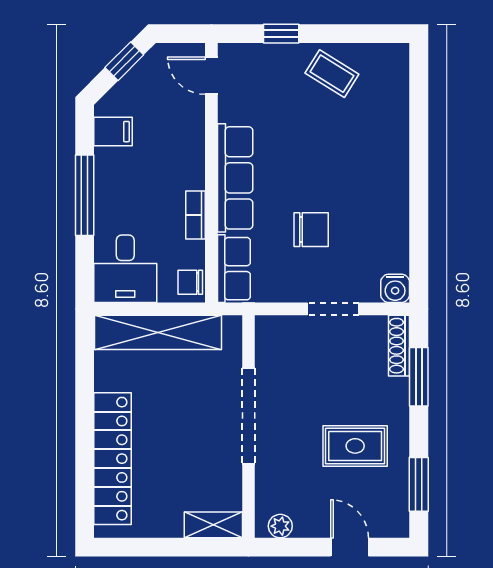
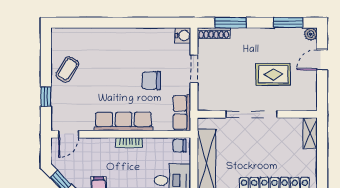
bookcase: (196, 215) -> (129, 143), moved
chair: (311, 230) -> (151, 81), turned -90
row of seats: (234, 269) -> (182, 113), moved, turned -90
chair: (190, 282) -> (180, 146), turned 90
rug: (355, 446) -> (273, 74), moved, turned 90
plant: (280, 526) -> (311, 34), moved

